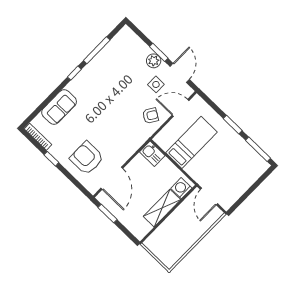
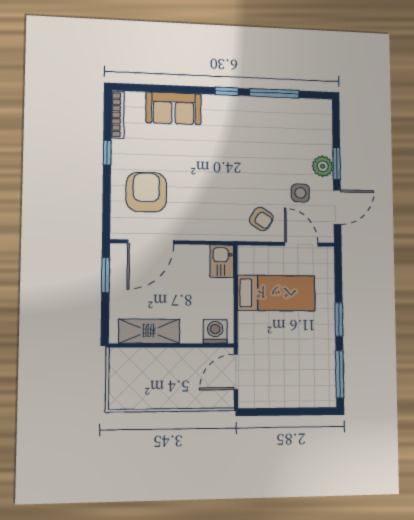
shelving: (162, 208) -> (149, 331), moved

